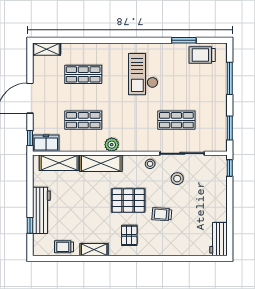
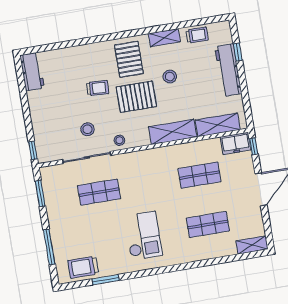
trolley: (202, 55) -> (83, 267), turned 180
plant: (112, 145) -> (164, 154), removed
stool: (95, 214) -> (170, 77), added
pallet: (129, 235) -> (129, 59), width x1.50, depth x1.42

